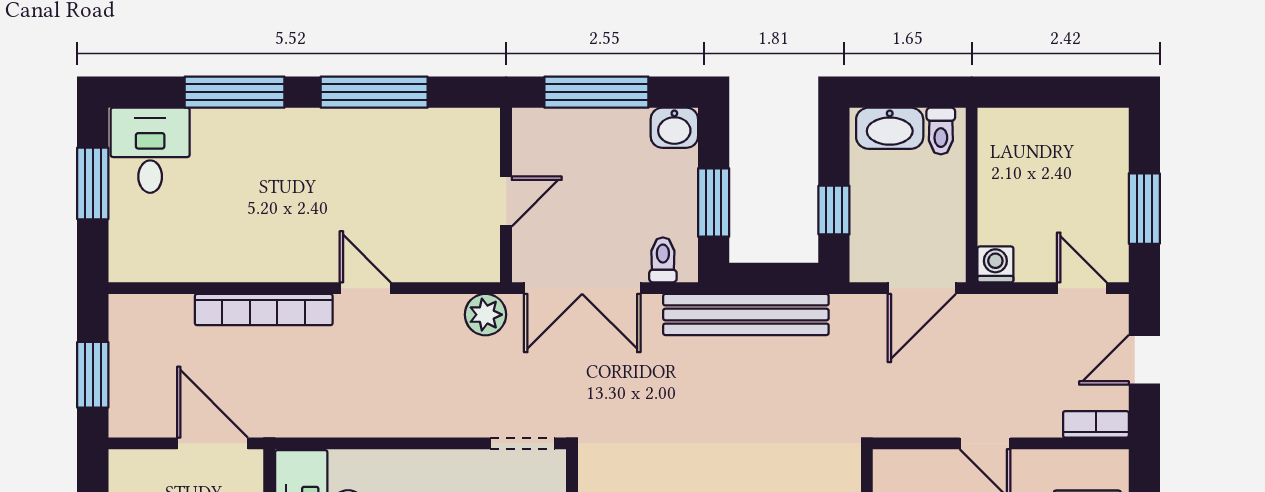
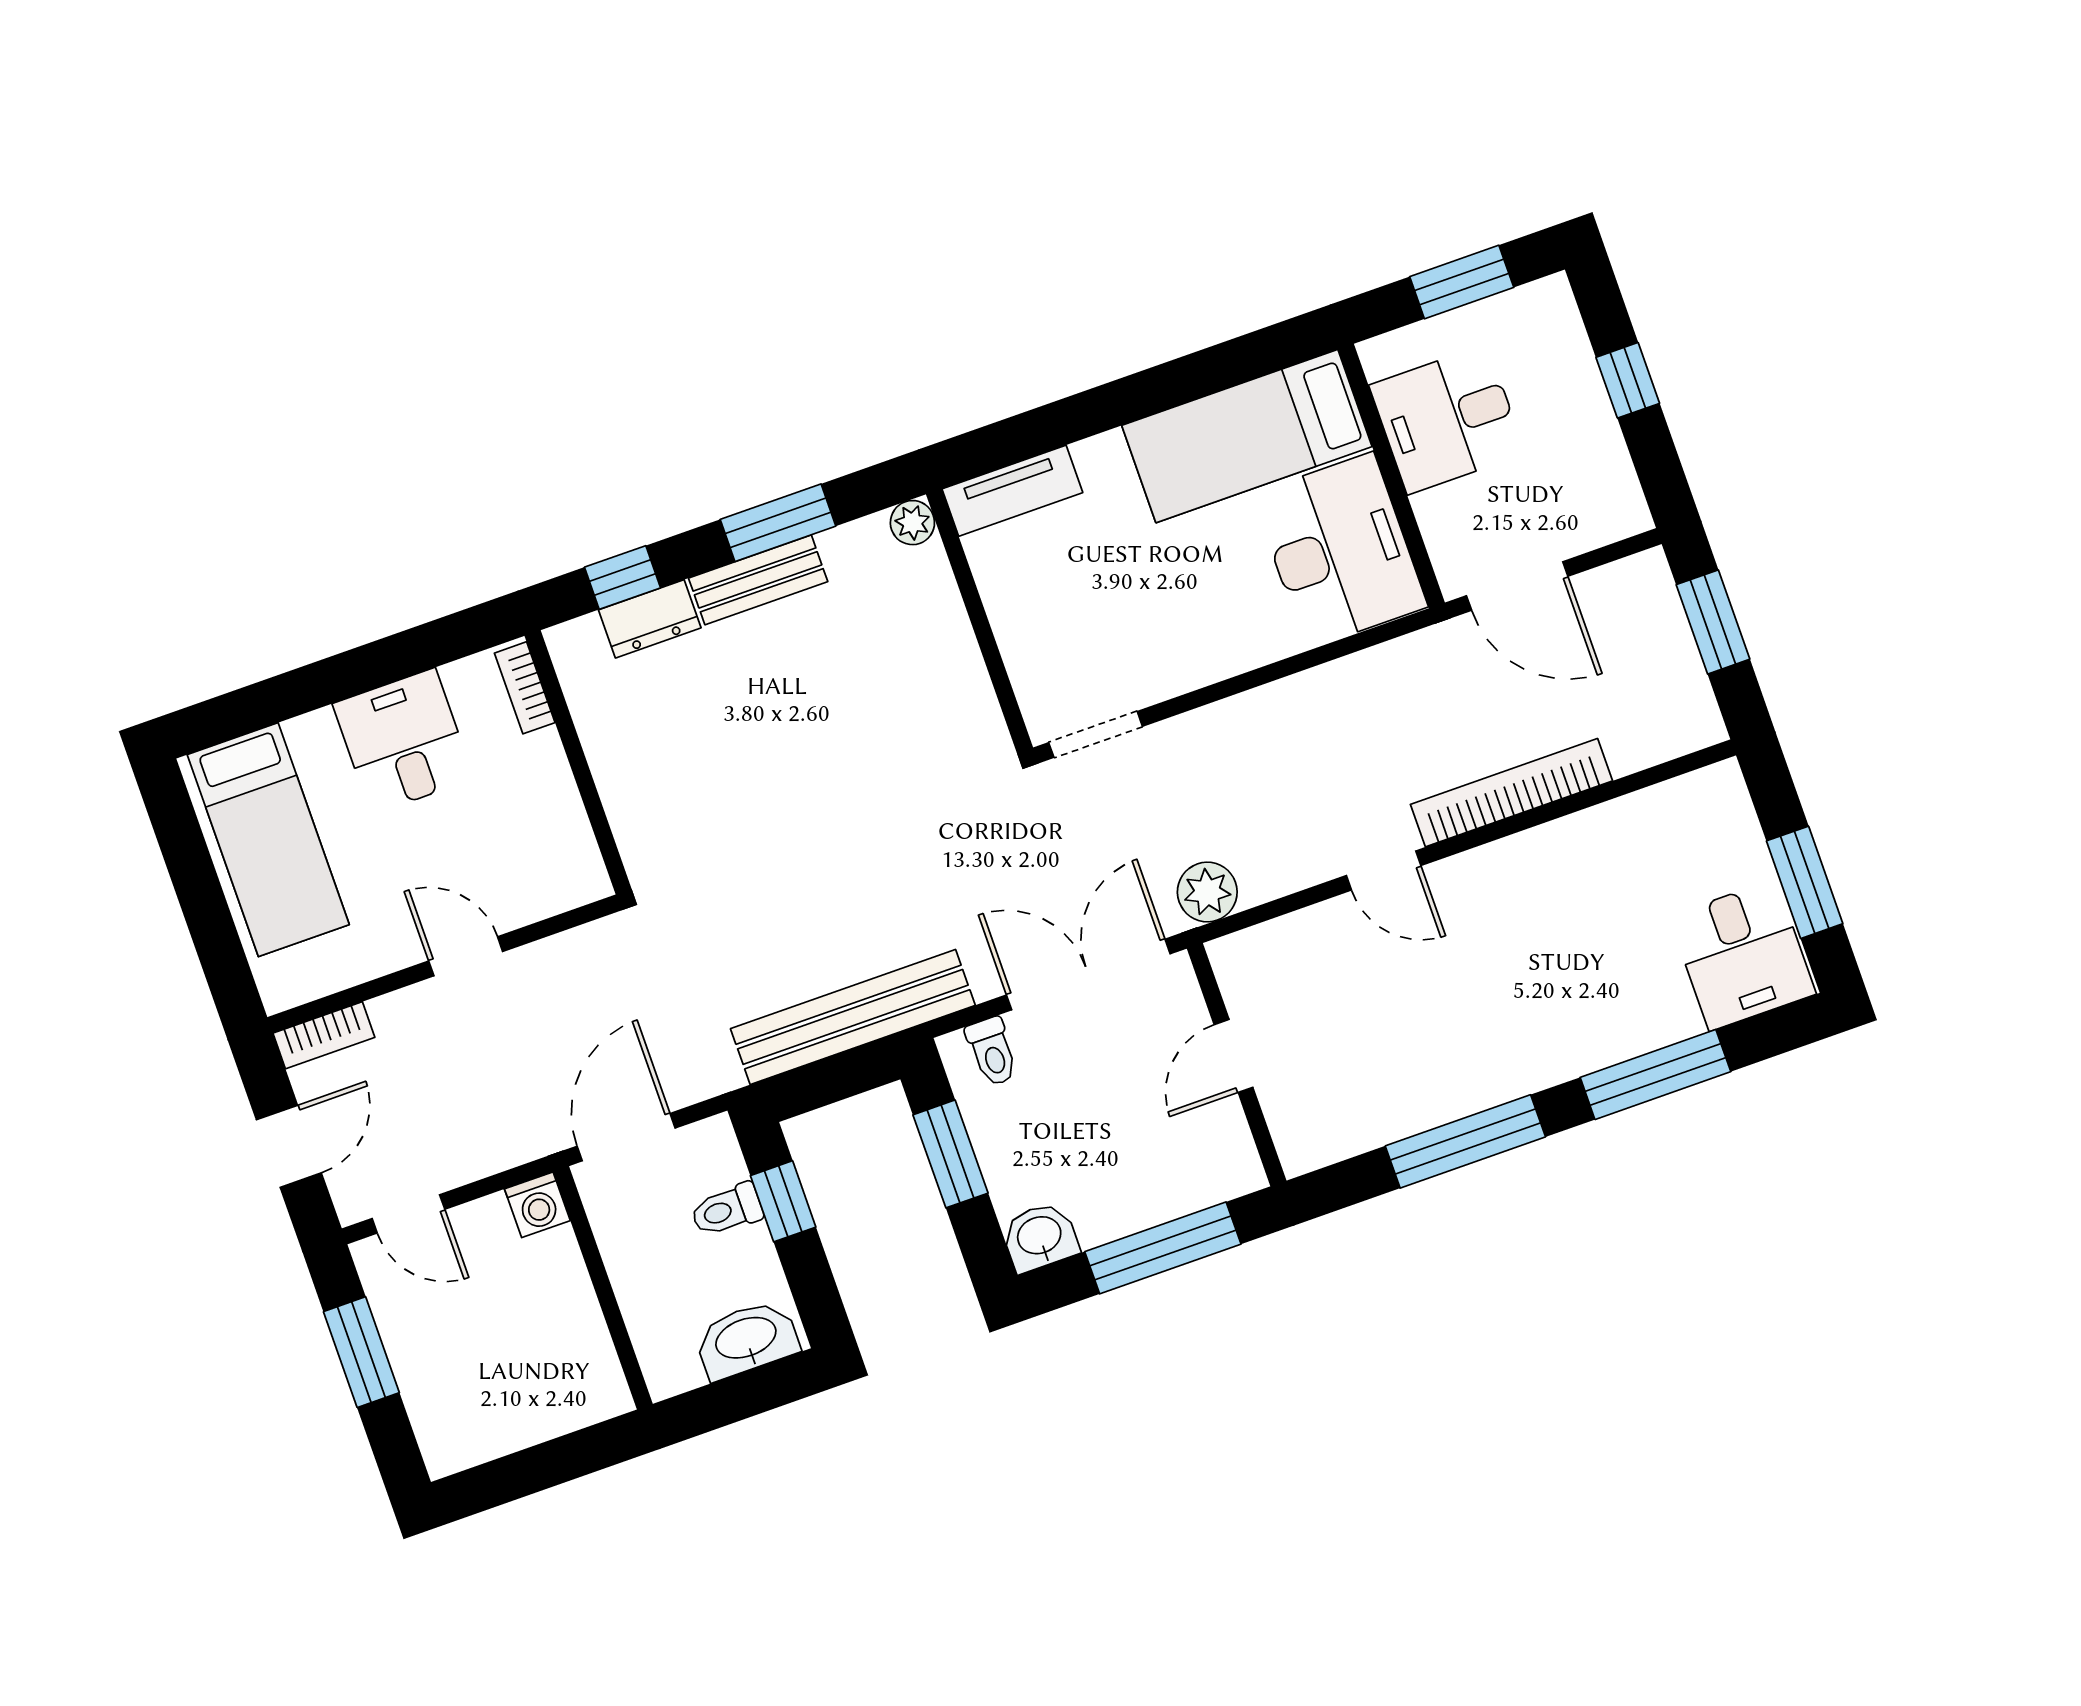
toilet: (941, 131) -> (727, 1210), moved, turned -90

